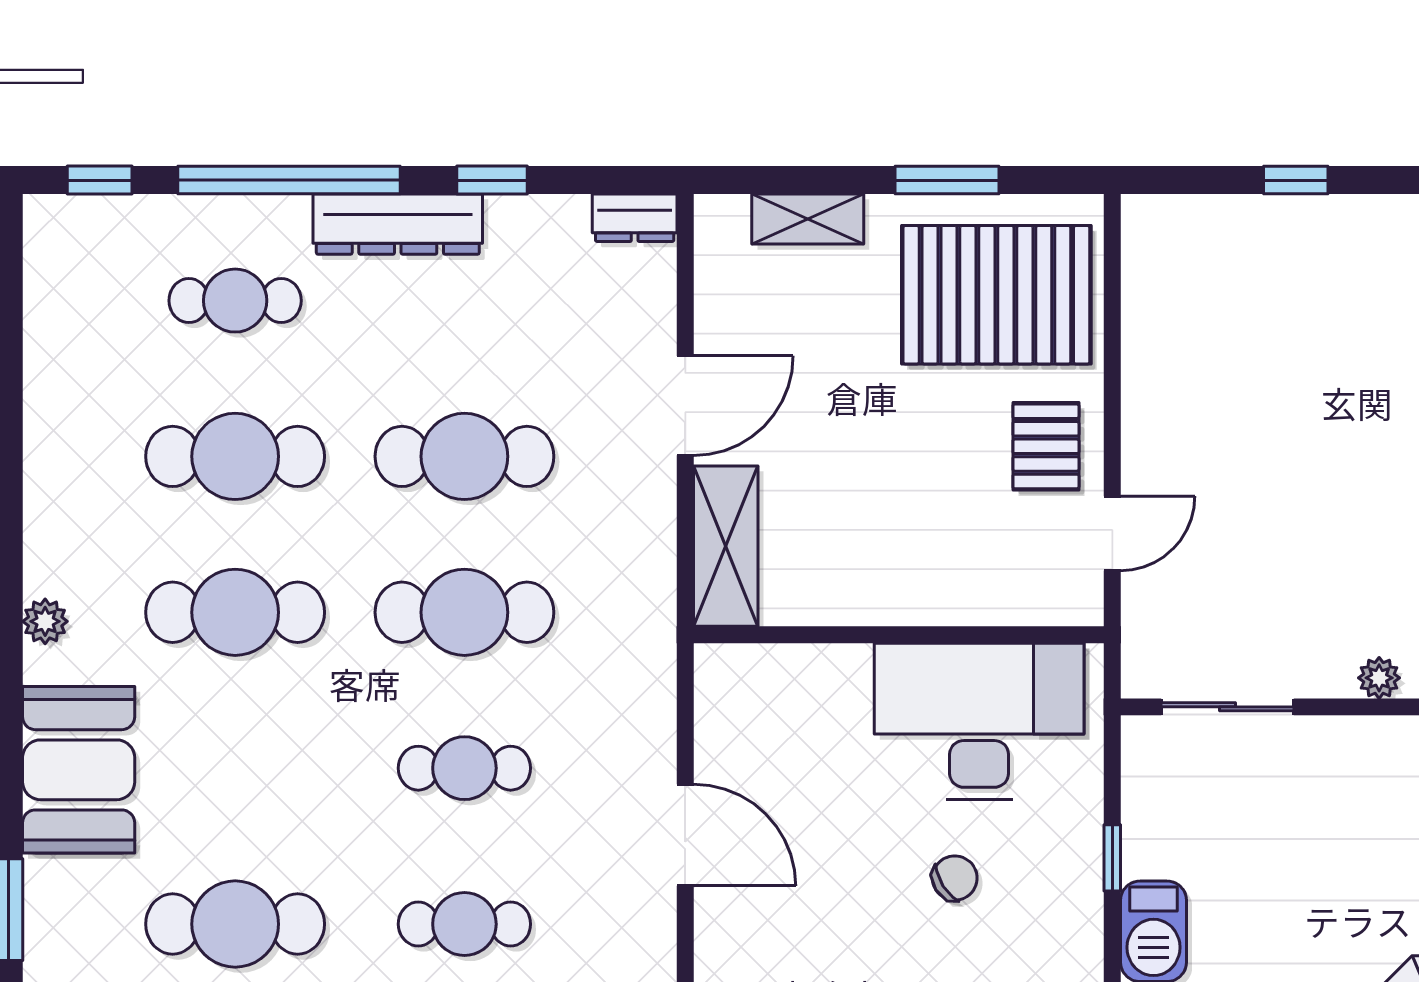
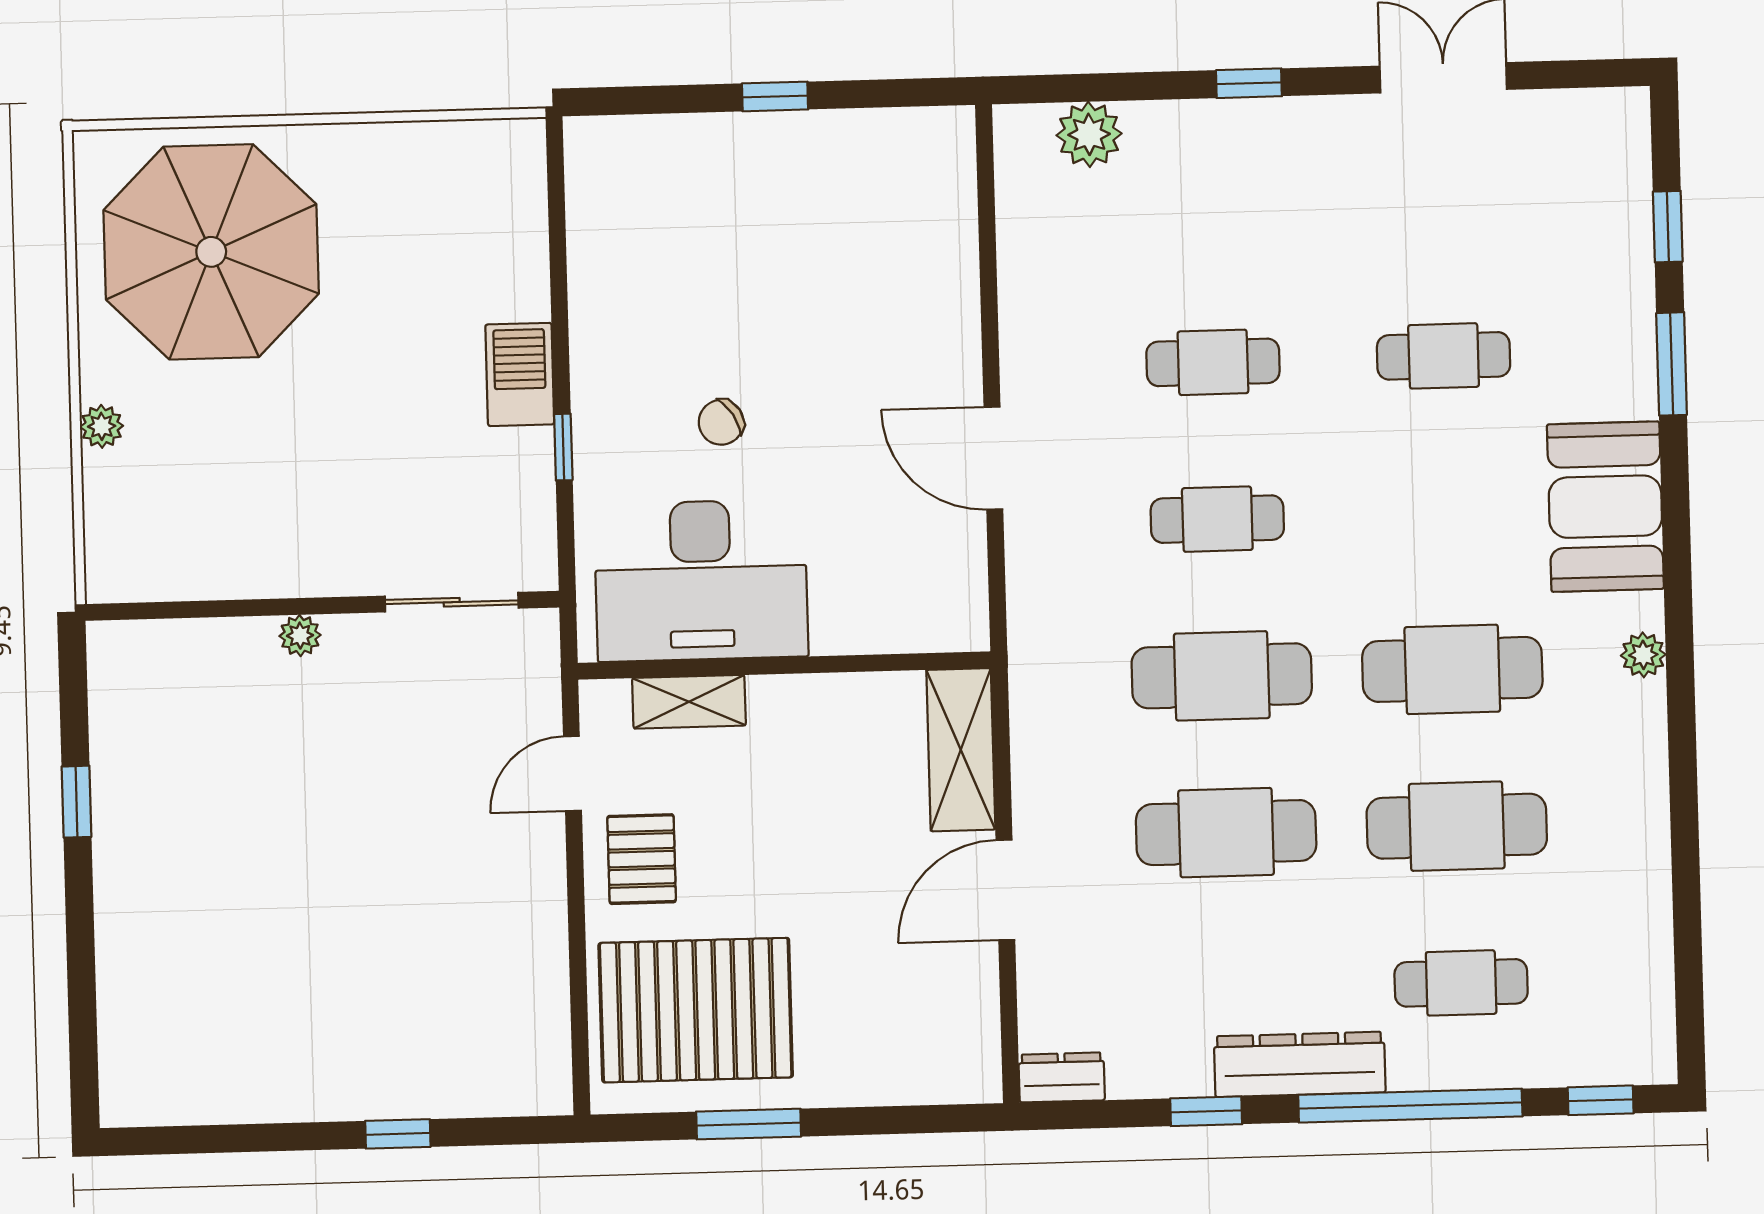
shelving: (808, 219) -> (689, 702), moved
cafe table: (235, 924) -> (1444, 356), width x0.73, depth x0.74

